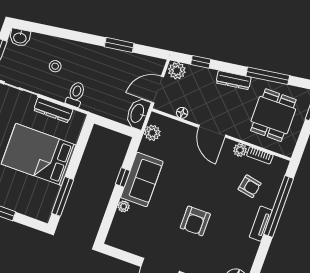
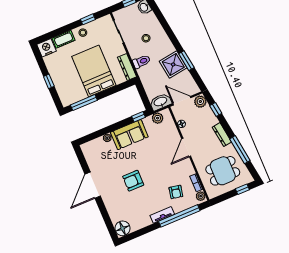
shower: (110, 63) -> (173, 64), added
dresser: (53, 110) -> (127, 67), moved
plant: (240, 150) -> (201, 196), moved
window: (123, 177) -> (139, 117), moved

